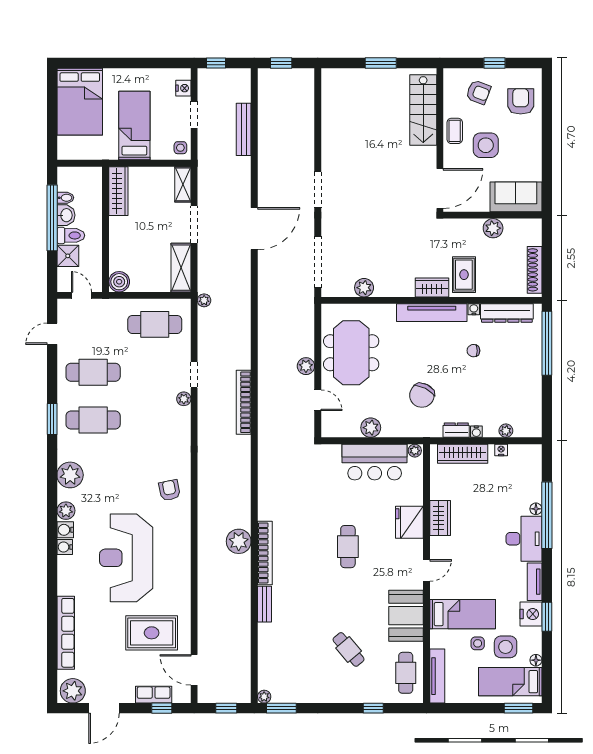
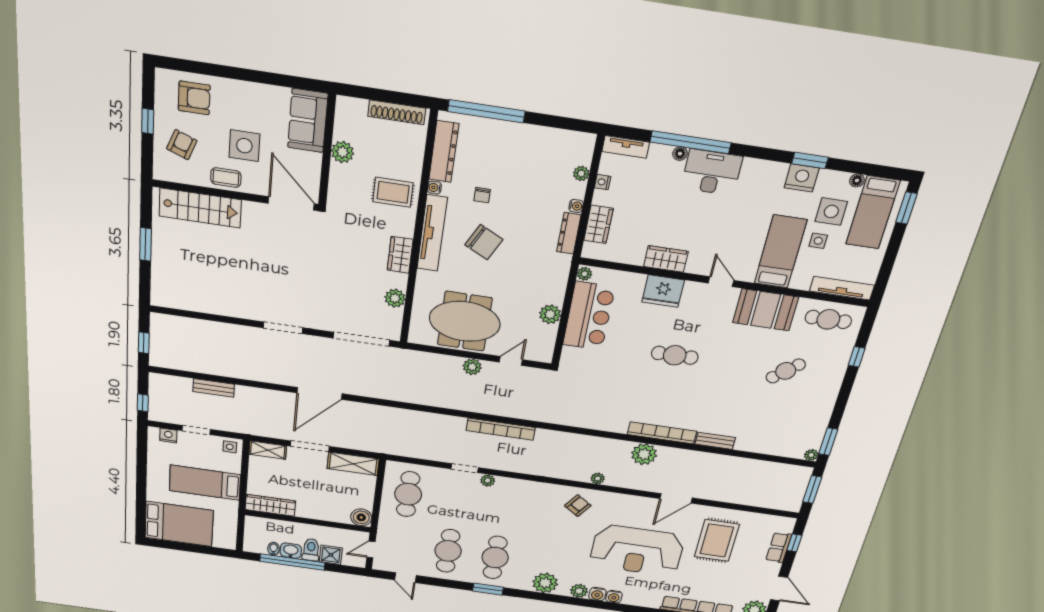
armchair: (521, 101) -> (194, 98), turned 180
bench: (244, 129) -> (214, 388), width x0.73
door: (254, 229) -> (319, 393), swing flipped
wardrobe: (432, 287) -> (400, 255), moved
plant: (204, 300) -> (598, 478), moved
chair: (422, 395) -> (484, 242), moved
dresser: (456, 430) -> (569, 233), width x1.44
wardrobe: (463, 454) -> (598, 224), width x0.67
armchair: (170, 490) -> (578, 506), turned 137
tv unit: (535, 582) -> (626, 147), moved
door: (194, 670) -> (676, 498), moved
window: (226, 708) -> (812, 489), width x1.50

